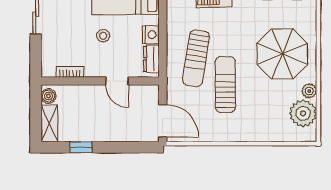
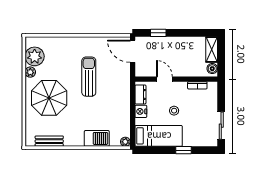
sun lounger: (196, 58) -> (109, 95), removed
sun lounger: (225, 85) -> (89, 77), turned 180
window: (81, 147) -> (158, 33), moved

